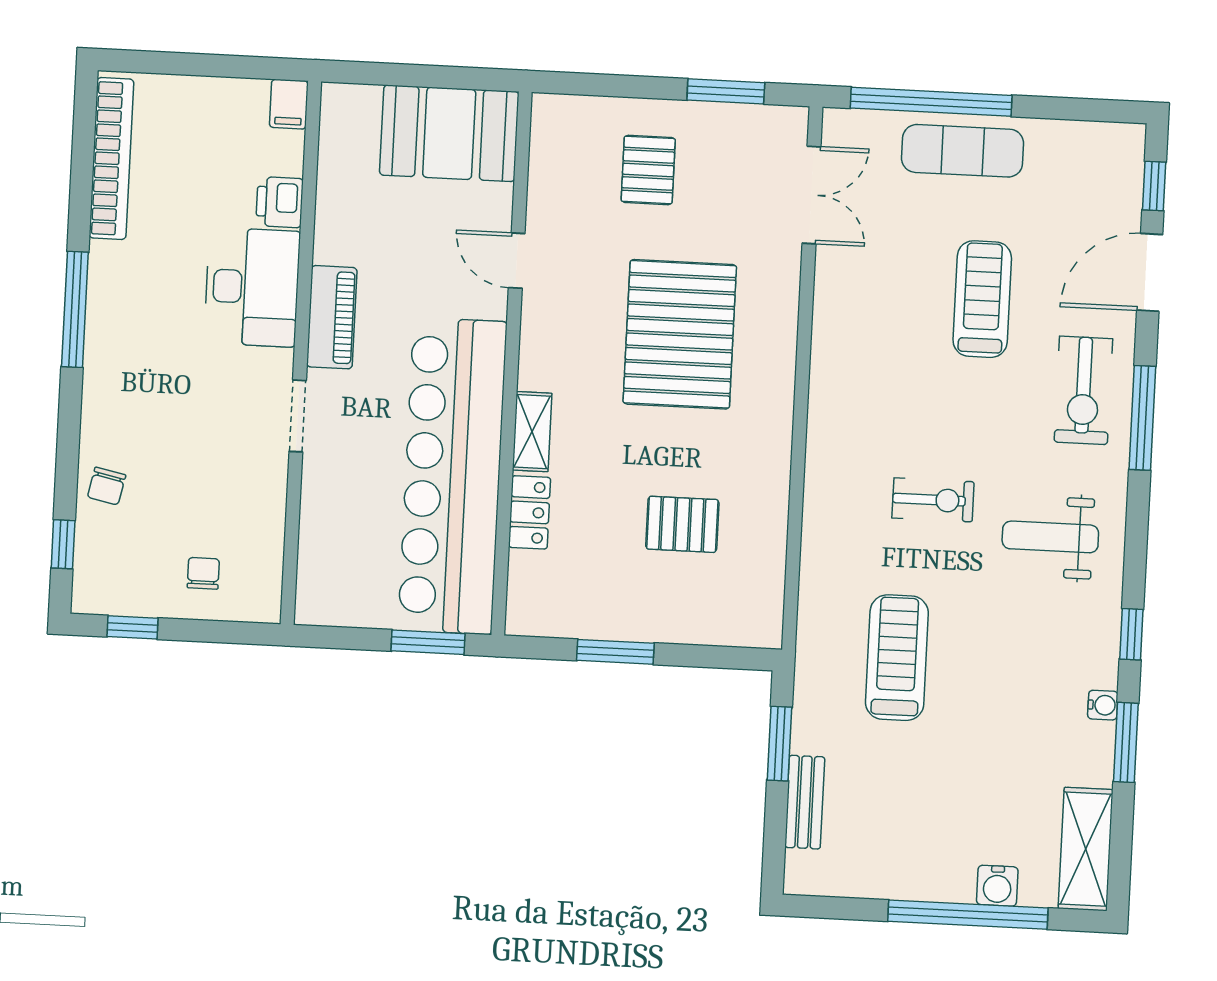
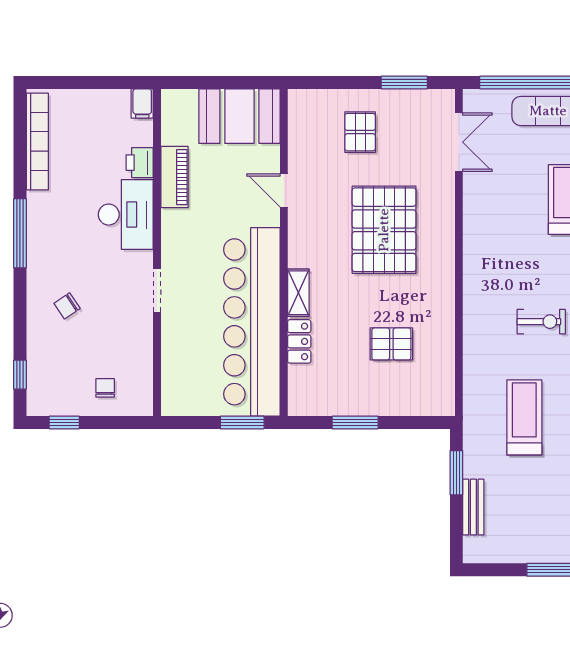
piano: (332, 317) -> (174, 177), moved
chair: (107, 486) -> (67, 306), moved, turned 44

